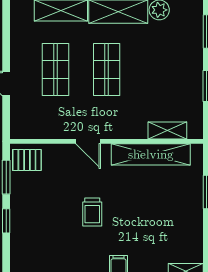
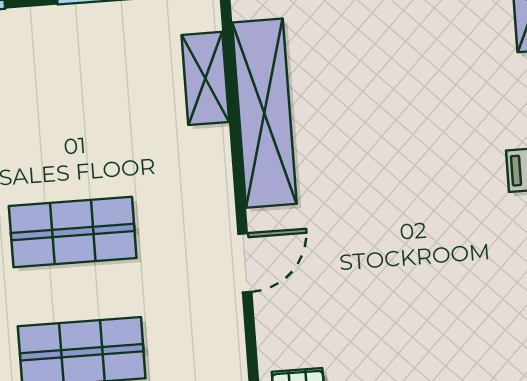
trolley: (92, 212) -> (410, 240), removed

